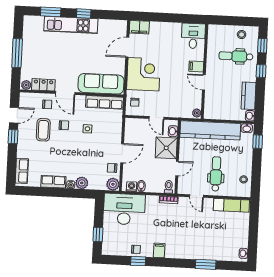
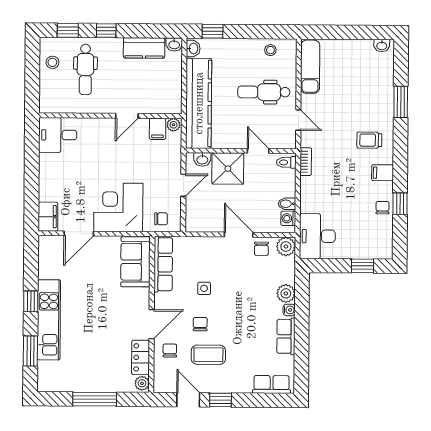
door: (127, 47) -> (79, 233), hinge flipped
filing cabinet: (196, 66) -> (158, 129), moved
sofa: (101, 84) -> (135, 262), width x0.73
door: (196, 196) -> (298, 120), hinge flipped
desk: (124, 209) -> (317, 236), width x0.73, depth x0.77
trolley: (181, 243) -> (369, 140), added

